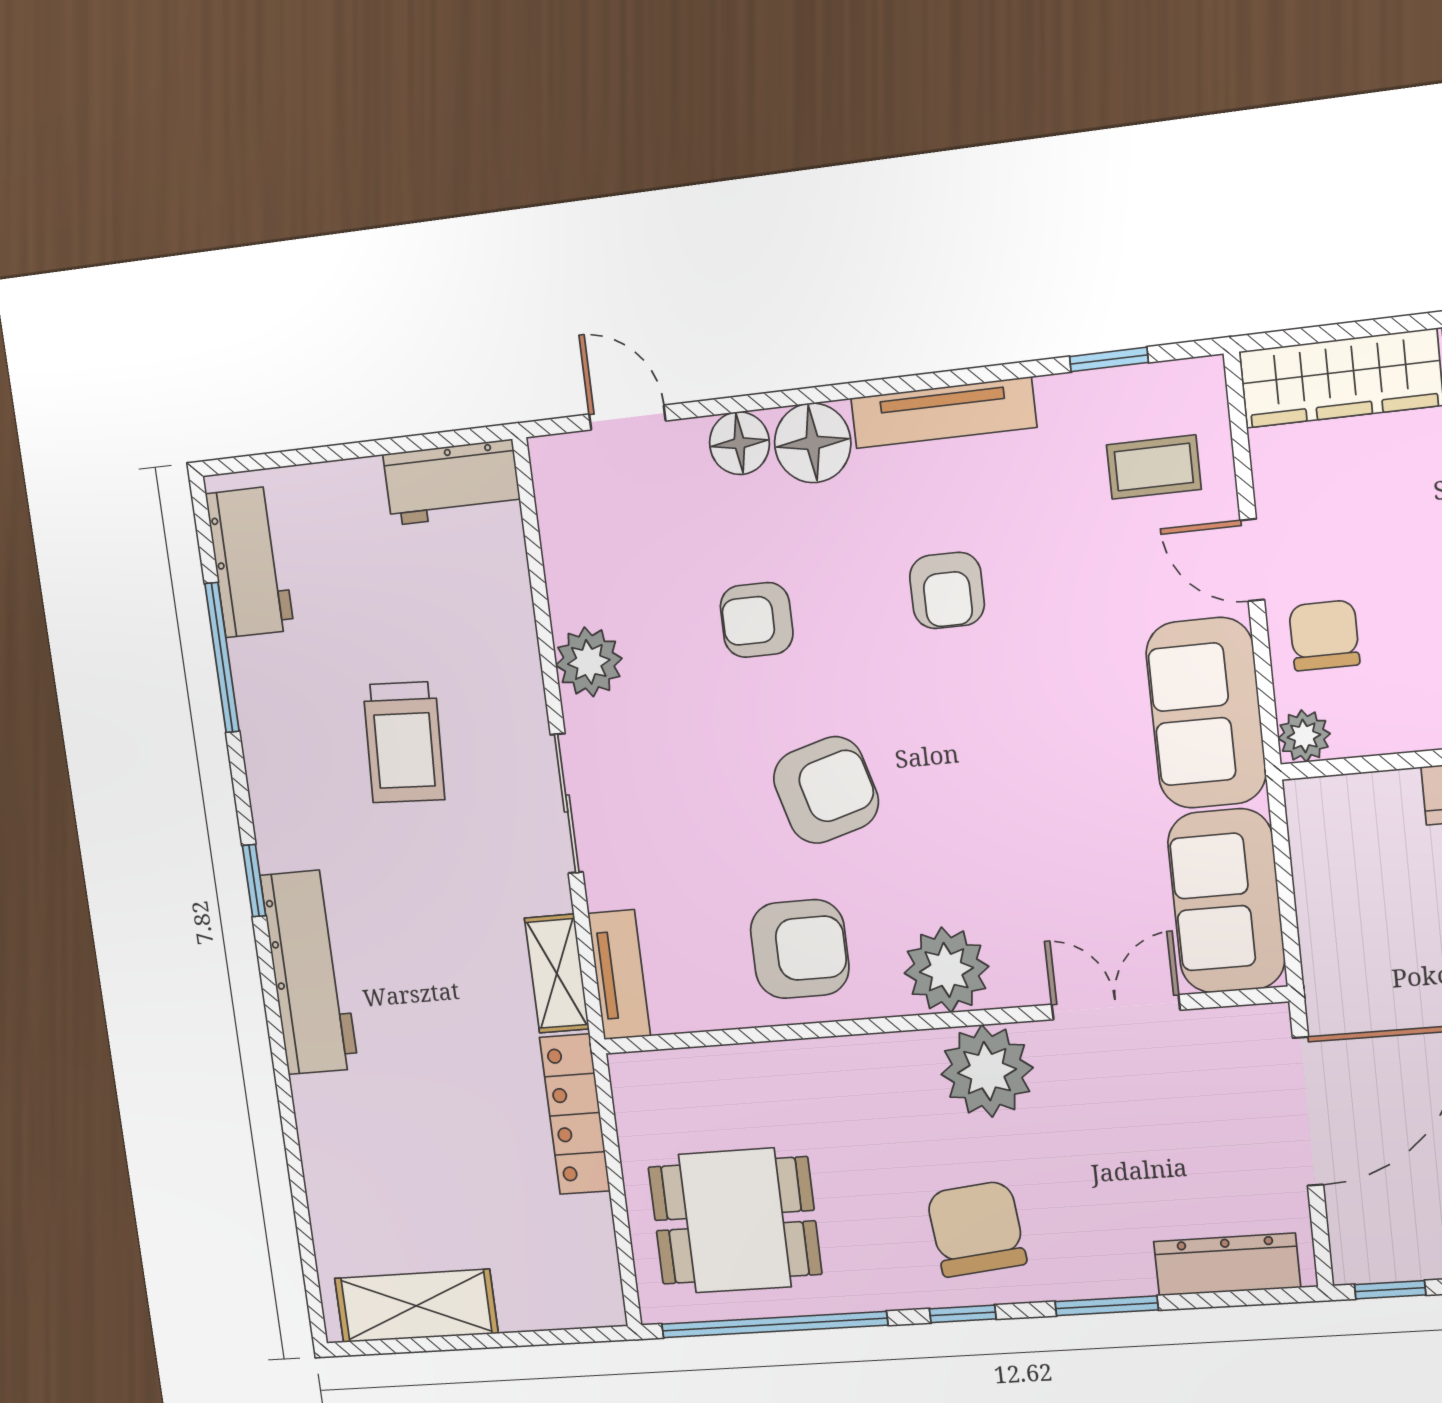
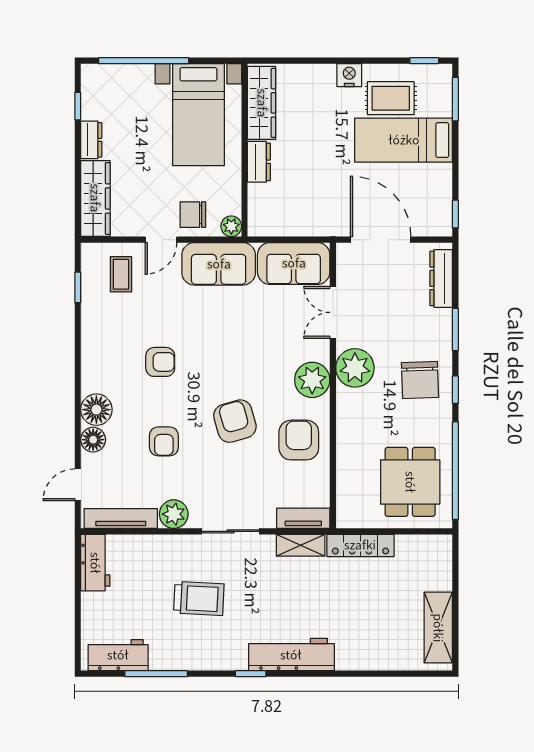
tv unit: (943, 413) -> (121, 519), moved, turned -90
chair: (976, 1229) -> (420, 380), turned -86

